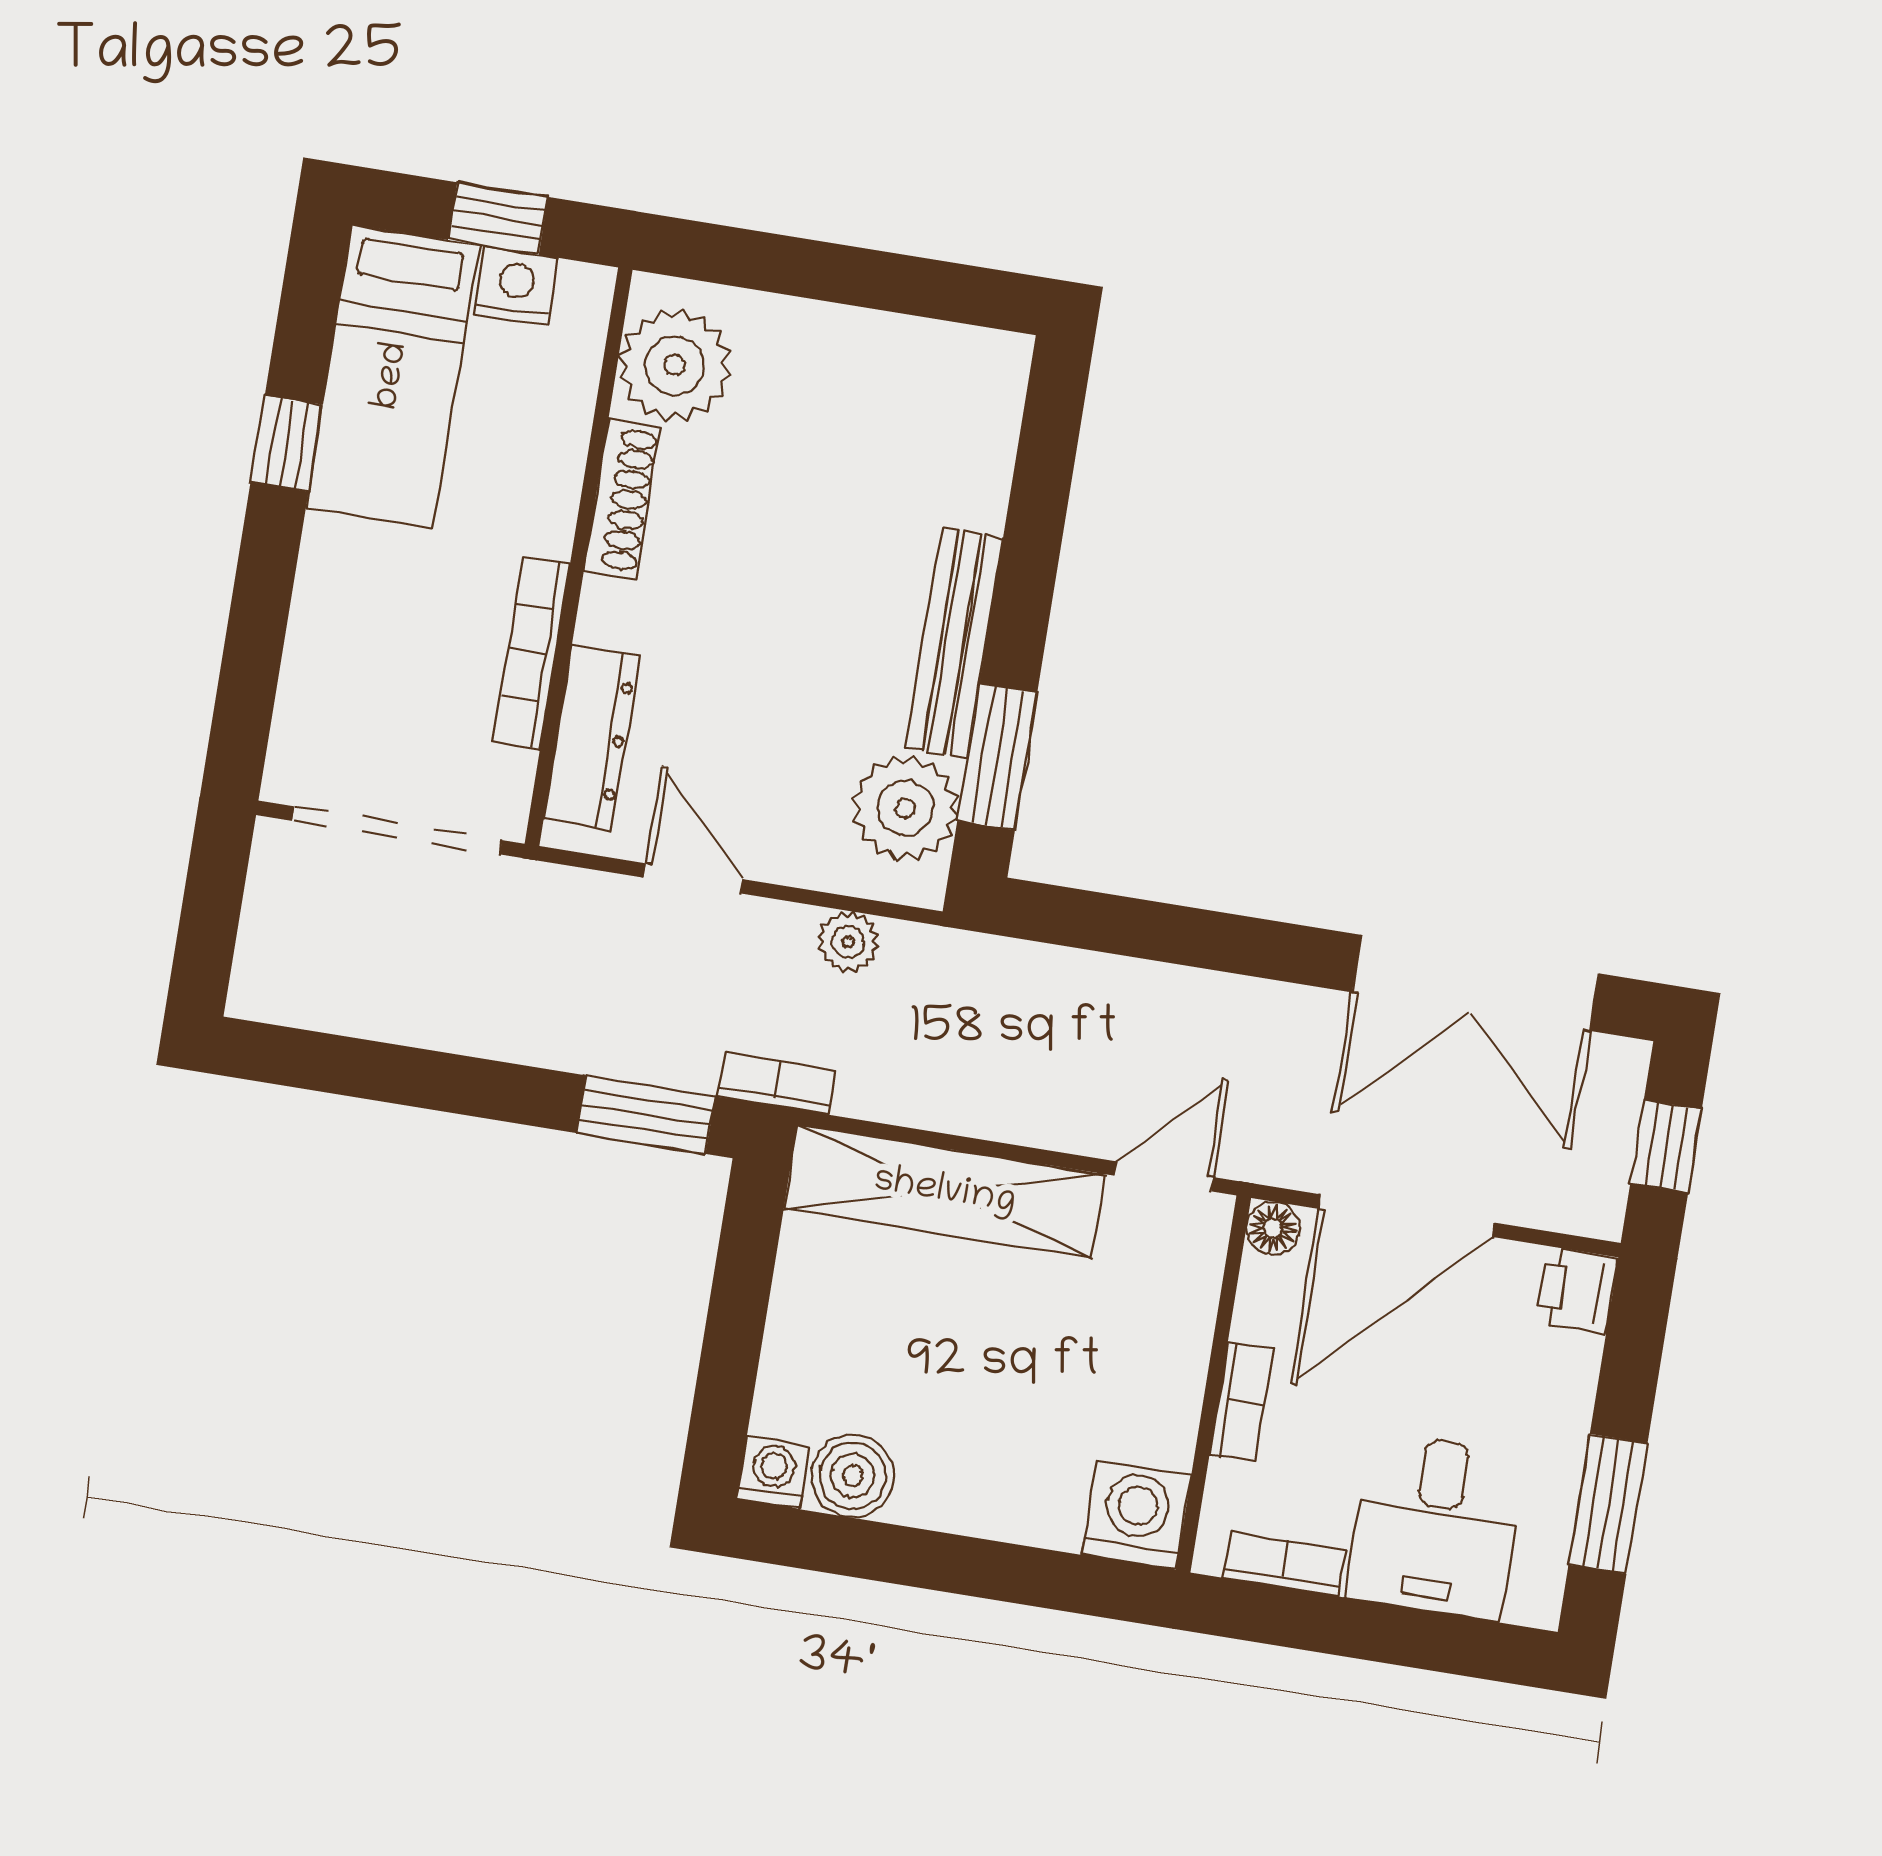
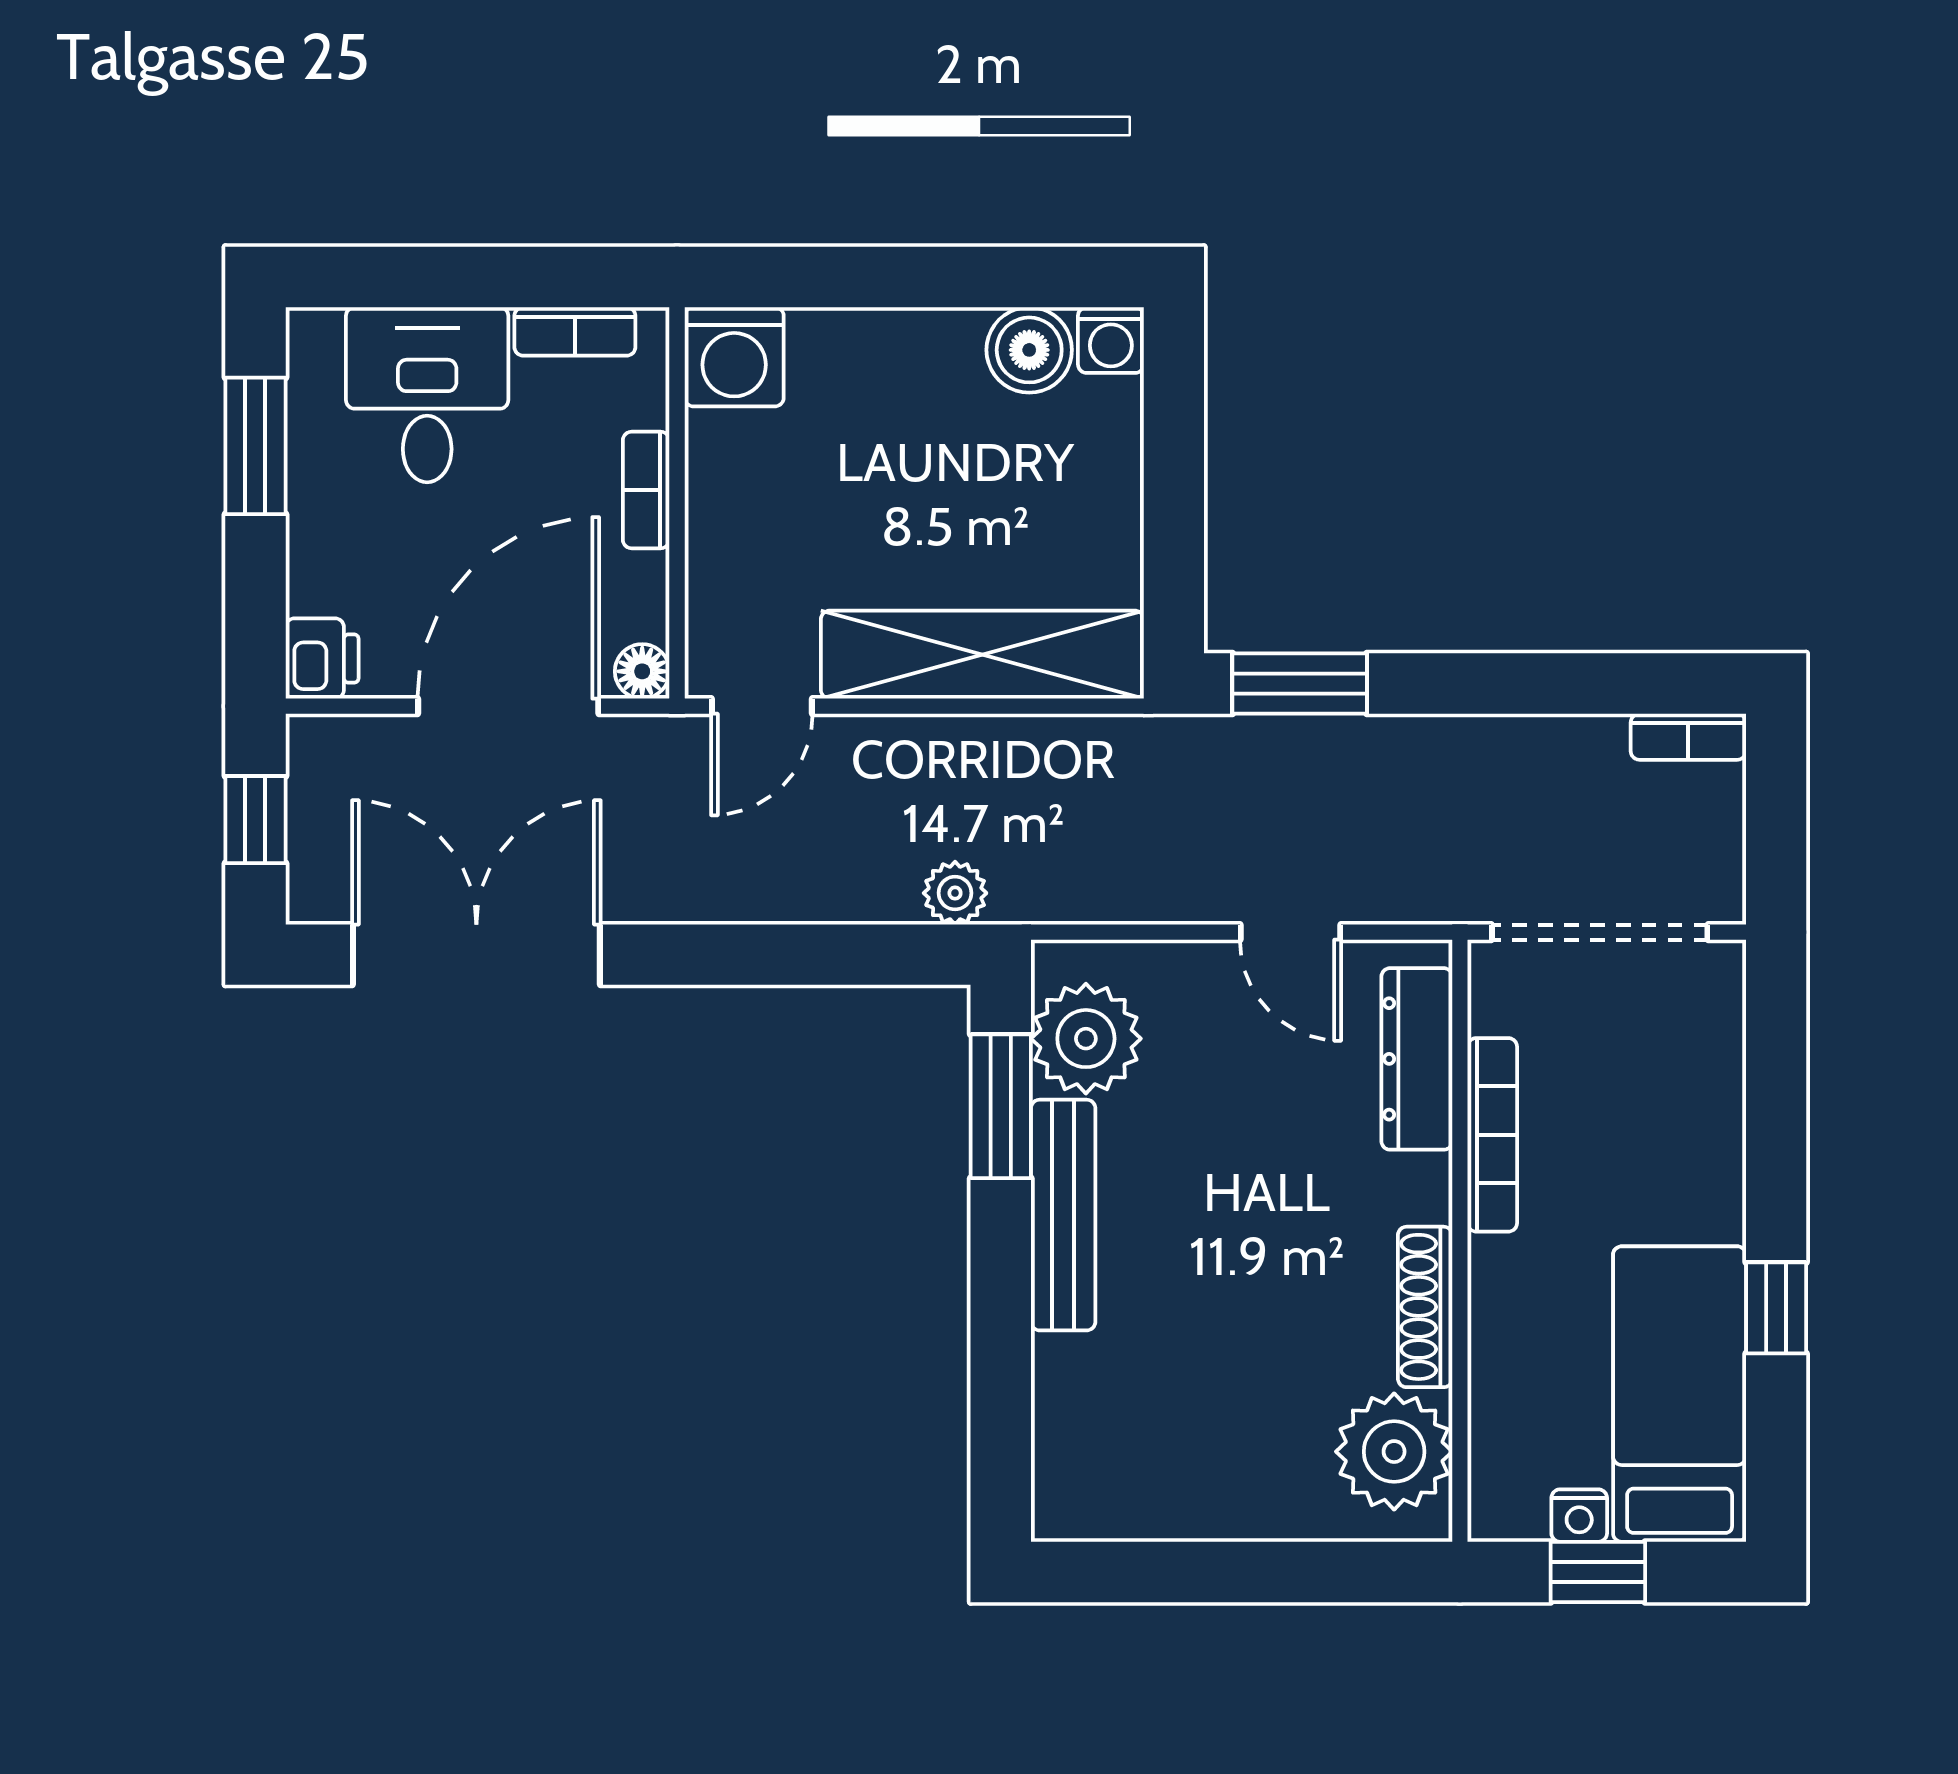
nightstand: (516, 286) -> (1579, 1516), width x0.72, depth x0.74
plant: (848, 942) -> (955, 893), moved
bookcase: (776, 1084) -> (1688, 737), moved

